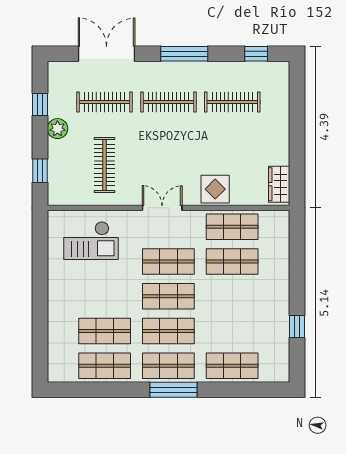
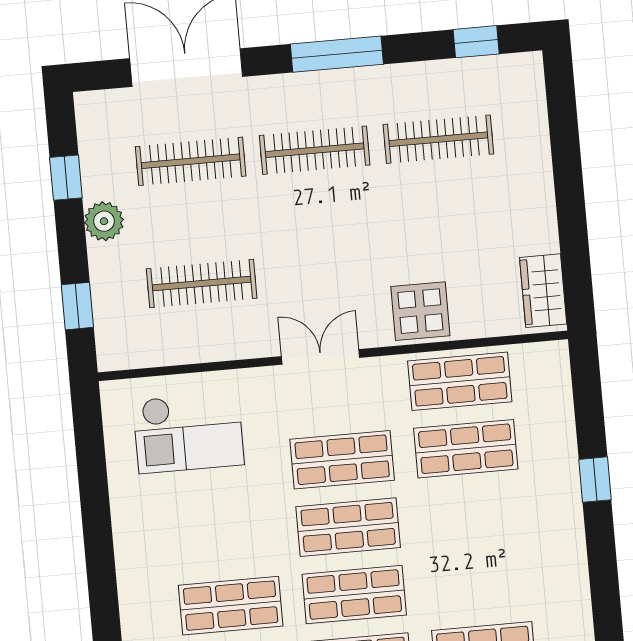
clothes rail: (105, 165) -> (202, 284), turned 90
window: (297, 327) -> (595, 480), moved

